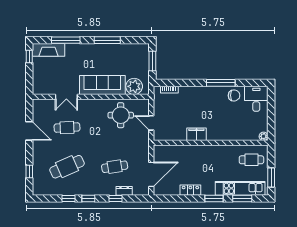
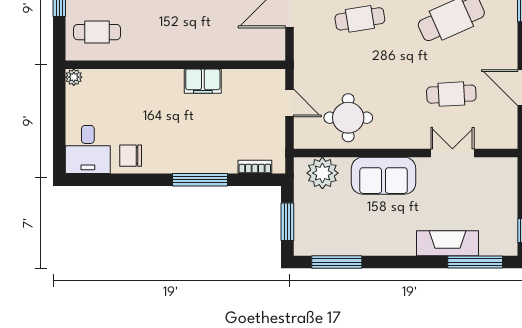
window: (66, 40) -> (475, 262), moved
window: (107, 40) -> (337, 262), moved
fireplace: (49, 50) -> (448, 243), moved
window: (221, 83) -> (200, 180), moved
sofa: (102, 85) -> (384, 176), width x0.73

